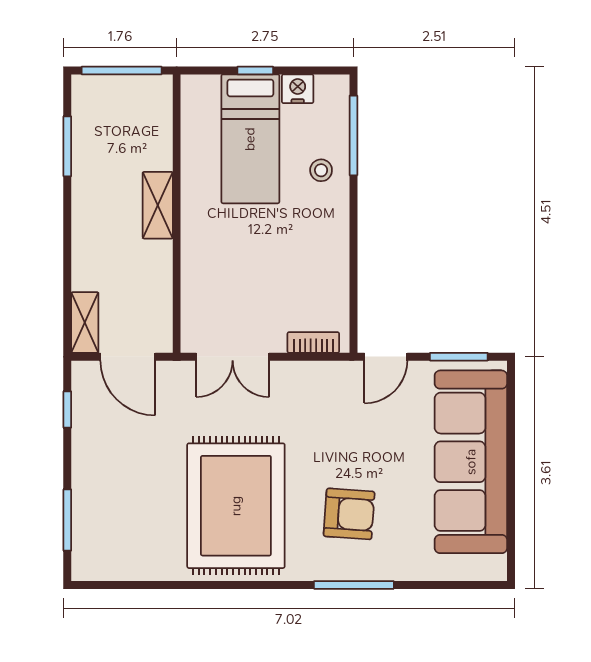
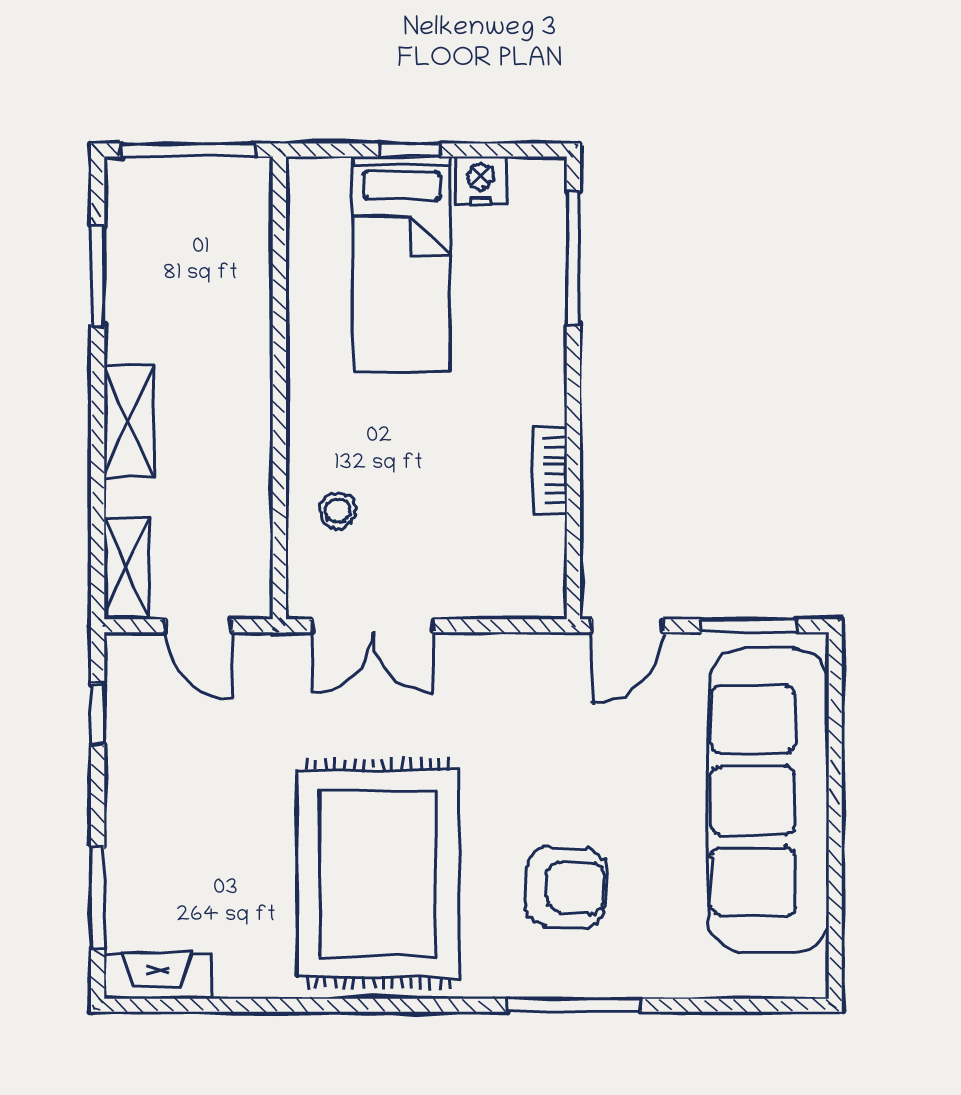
stool: (321, 170) -> (338, 510), moved
shelving: (158, 205) -> (129, 422), moved
bookcase: (313, 342) -> (550, 470), moved, turned -90
door: (128, 357) -> (198, 626), width x0.73
fireplace: (103, 567) -> (158, 976), added

